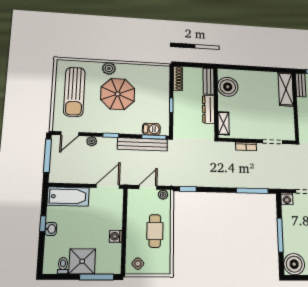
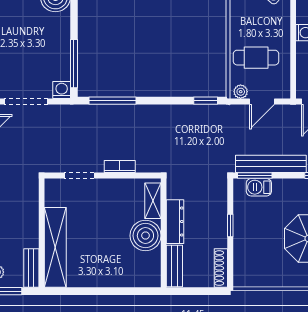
boiler: (228, 87) -> (145, 236), moved
shelving: (286, 89) -> (55, 247), width x1.47
cafe table: (155, 231) -> (256, 58), moved, turned 90
window: (280, 235) -> (74, 64), moved

